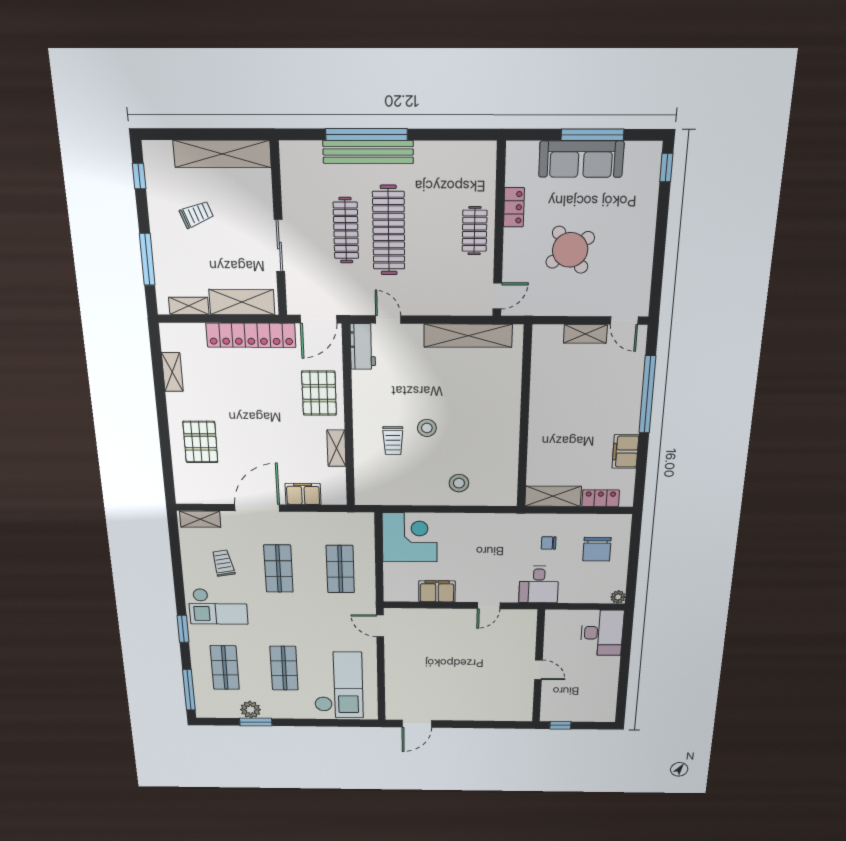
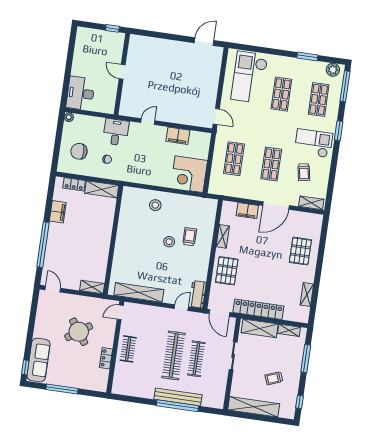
sofa: (581, 159) -> (39, 360), moved, turned 90
door: (319, 319) -> (219, 313), swing flipped
door: (388, 319) -> (181, 308), swing flipped
shelving: (585, 334) -> (92, 287), moved
chair: (597, 549) -> (79, 151), turned -90
plant: (250, 710) -> (333, 70), moved

